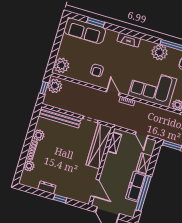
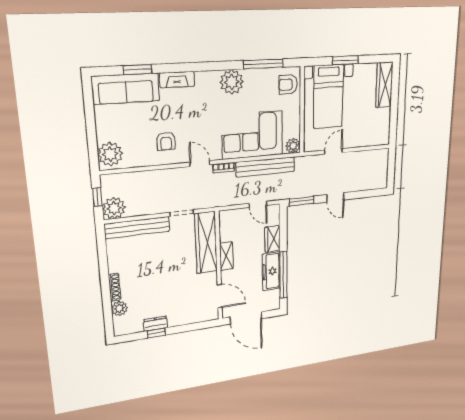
fireplace: (129, 40) -> (177, 80), moved
plant: (160, 52) -> (232, 82), moved
plant: (55, 86) -> (114, 208), moved
bench: (155, 112) -> (265, 167), added
plant: (39, 135) -> (116, 264), removed
shelving: (115, 143) -> (226, 256), moved
window: (60, 199) -> (156, 333), moved

